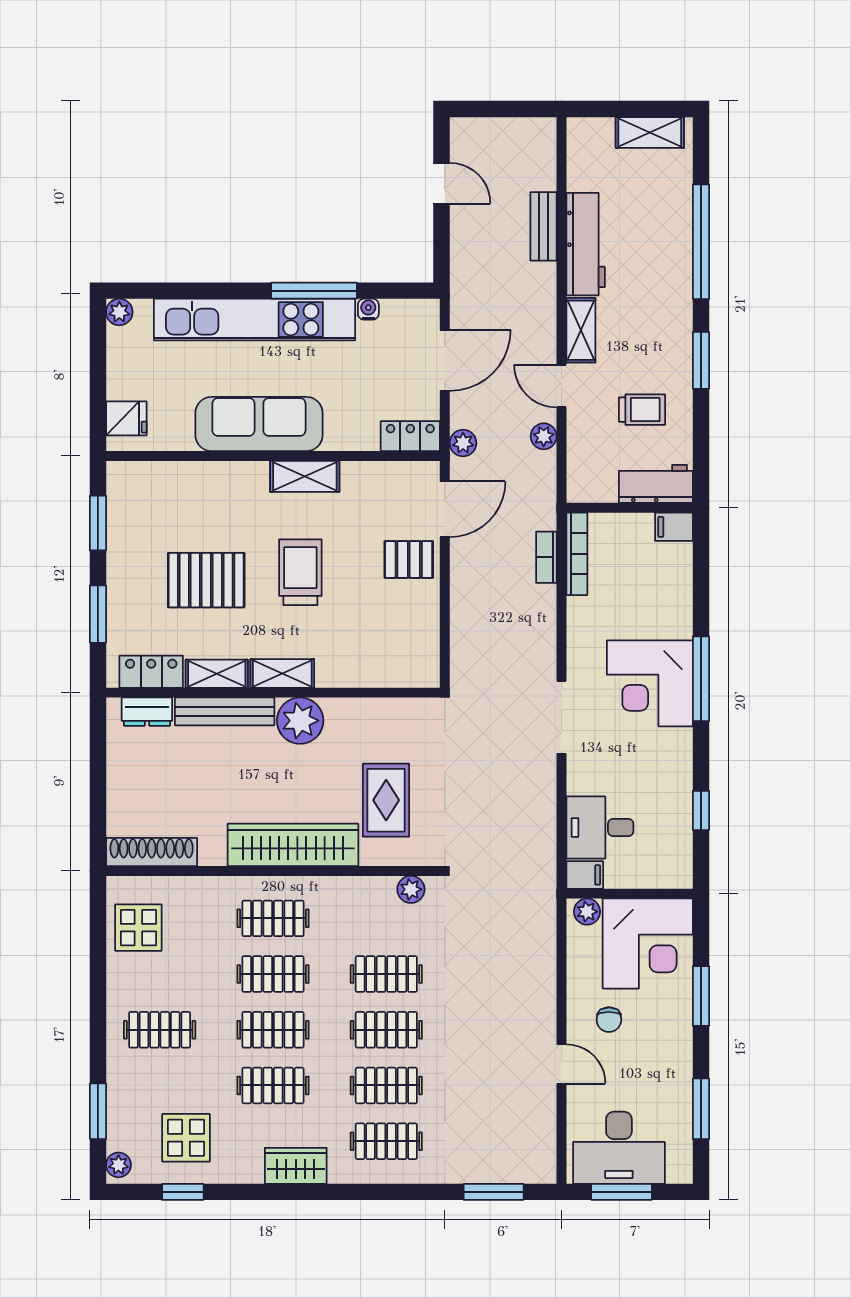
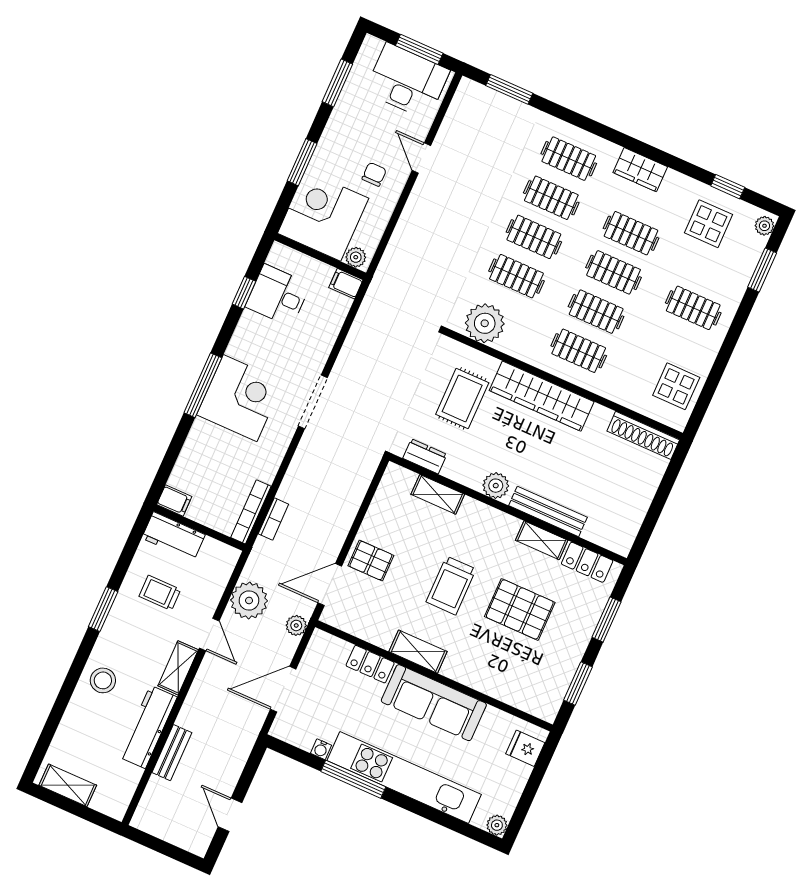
window: (701, 242) -> (66, 693), removed
stool: (663, 276) -> (103, 680), added
locker: (410, 436) -> (370, 664), moved
plant: (544, 436) -> (249, 600), width x1.88, depth x1.88
shelving: (282, 673) -> (438, 494), moved
dresser: (147, 712) -> (425, 456), moved
plant: (300, 721) -> (496, 486), width x0.73, depth x0.73
desk: (600, 827) -> (278, 295), moved, turned 180
plant: (411, 889) -> (485, 323), width x1.87, depth x1.87

